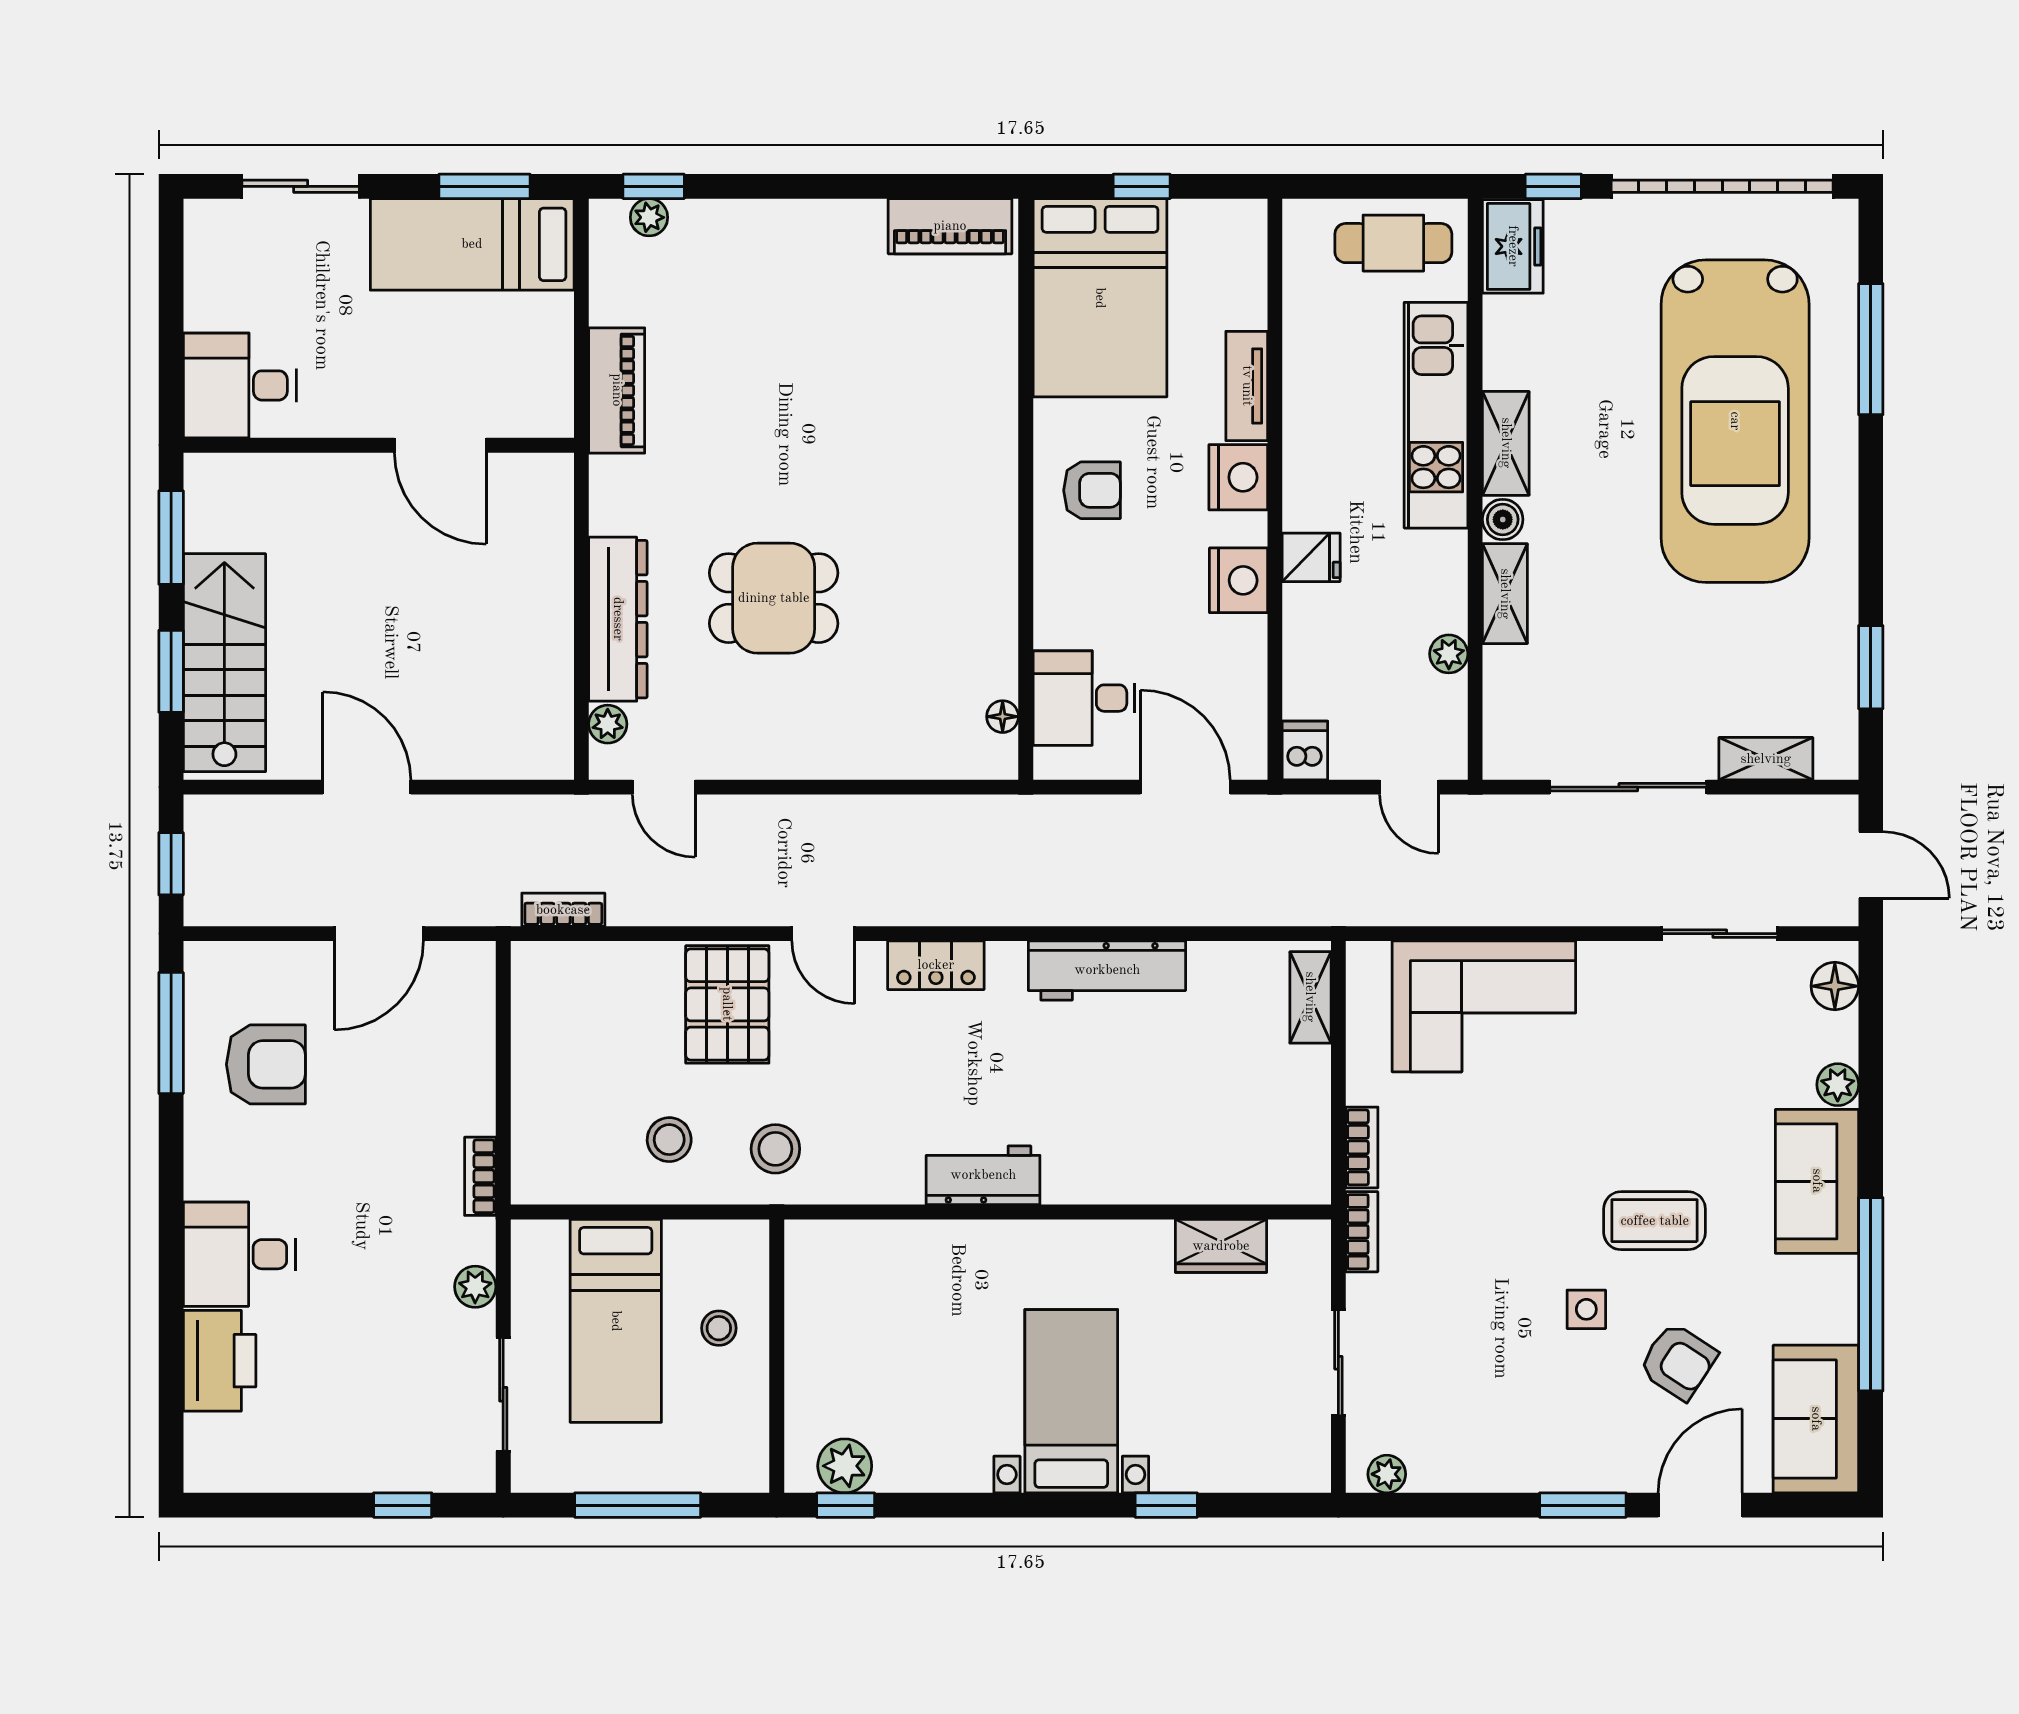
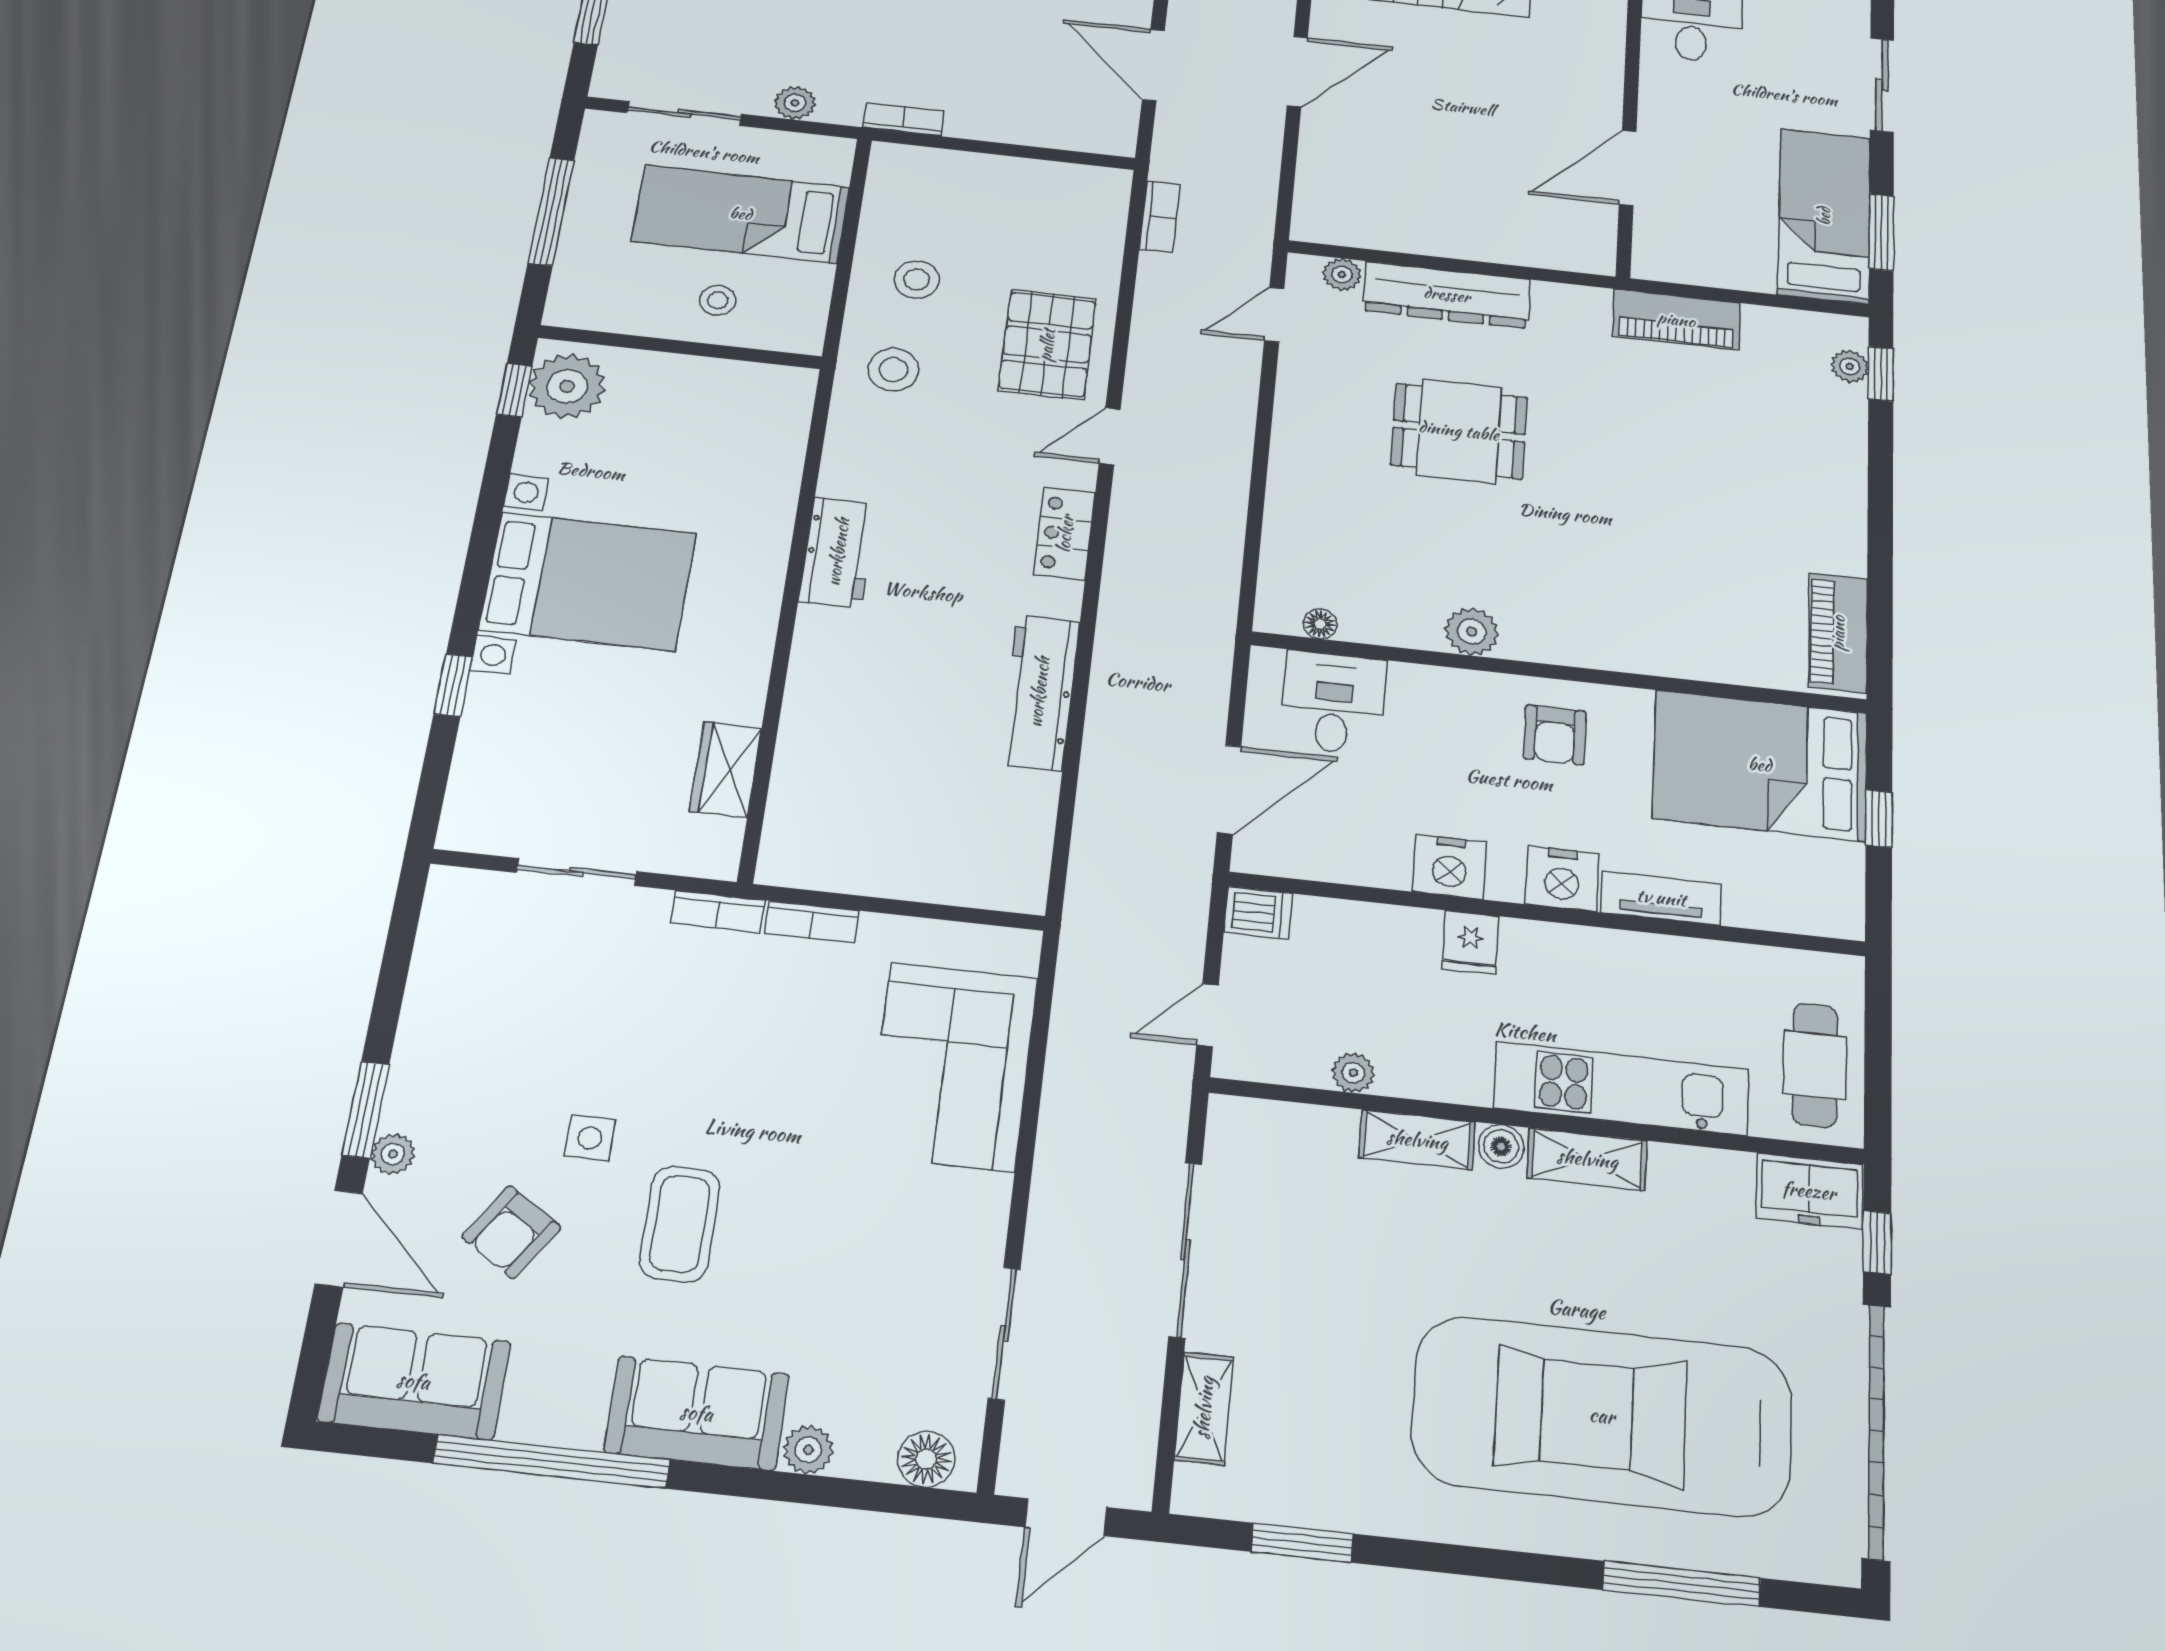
plant: (993, 574) -> (1472, 632), added
dining table: (774, 598) -> (1459, 431), turned 90
shelving: (1310, 997) -> (985, 888), removed
pallet: (727, 1004) -> (1047, 345), turned 90
bed with nightstands: (1071, 1401) -> (588, 581), width x1.36
plant: (845, 1466) -> (567, 386), width x1.36, depth x1.36
plant: (1387, 1474) -> (393, 1154), moved

